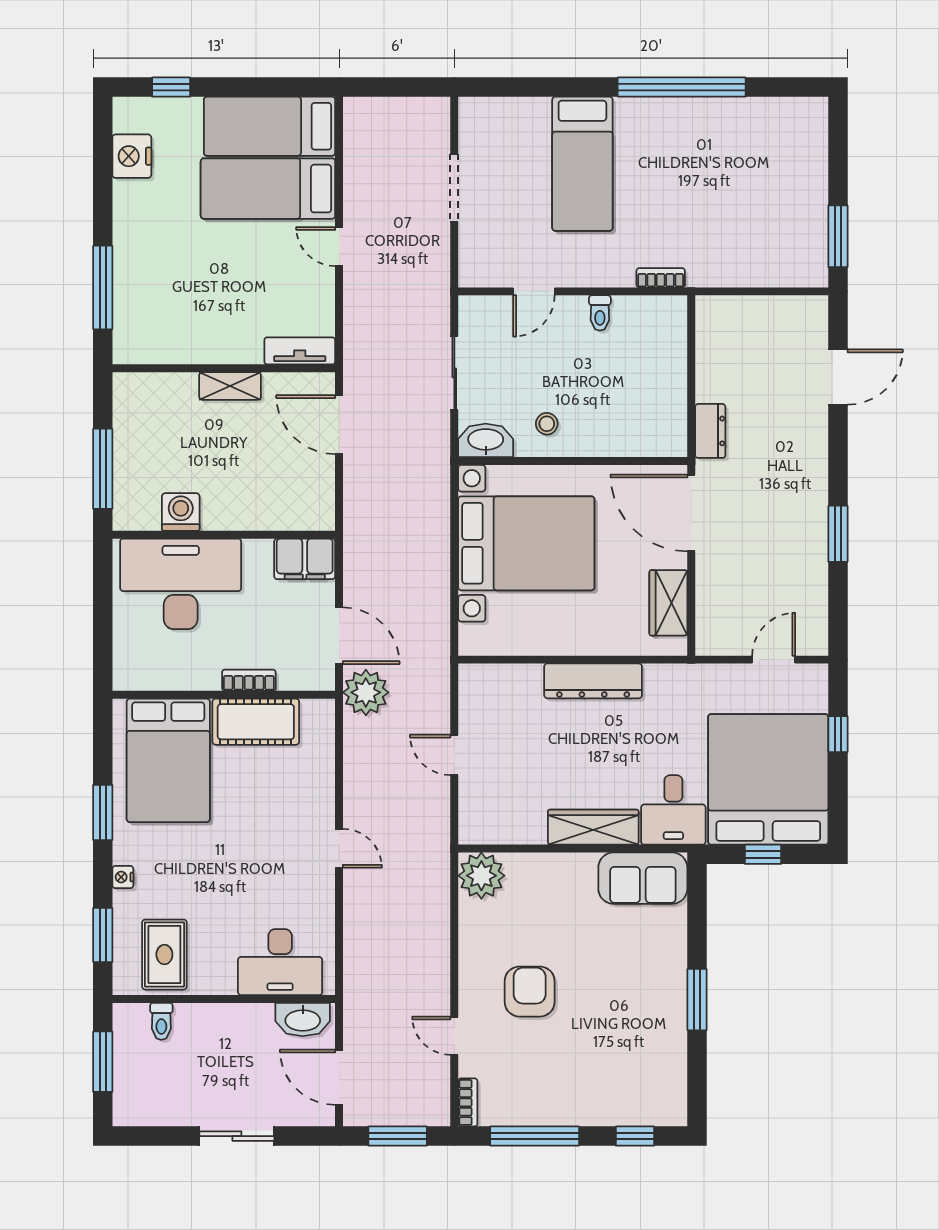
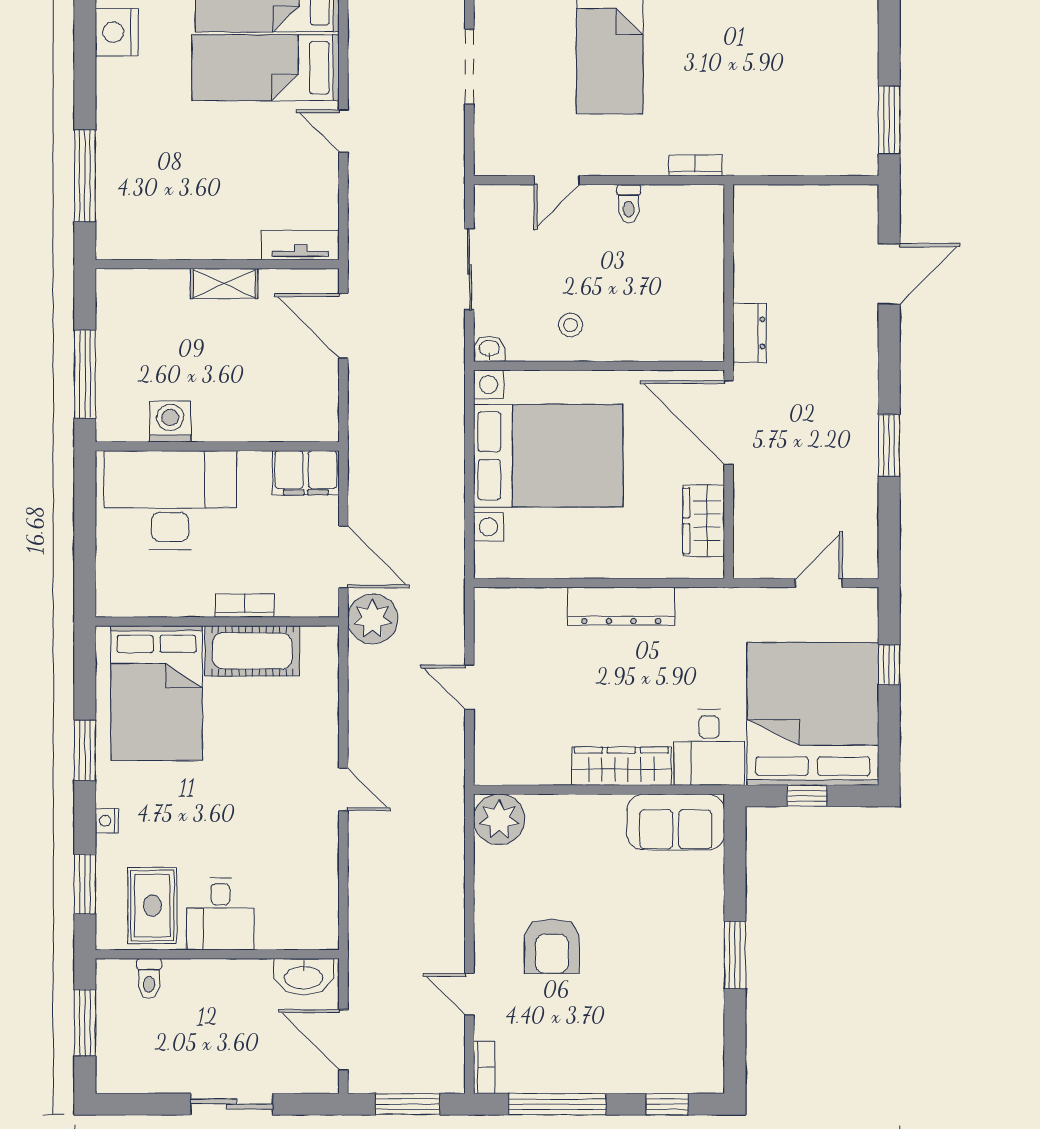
washbasin: (486, 440) -> (489, 349), width x0.52, depth x0.69
desk: (280, 962) -> (220, 914), moved, width x0.73
armchair: (530, 992) -> (552, 946), turned 180

